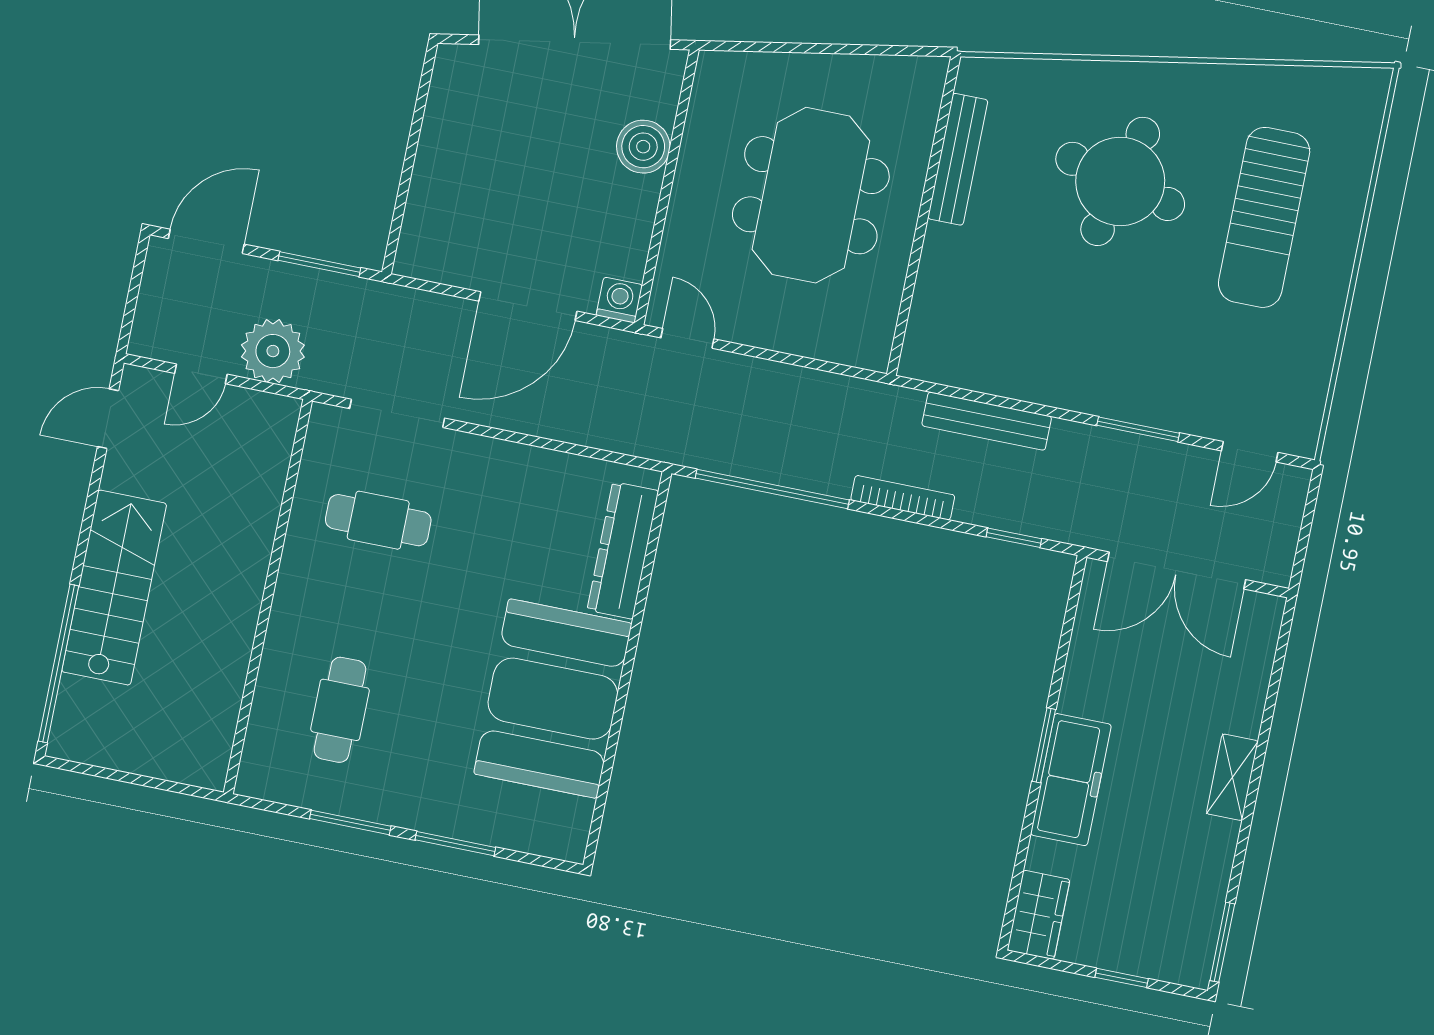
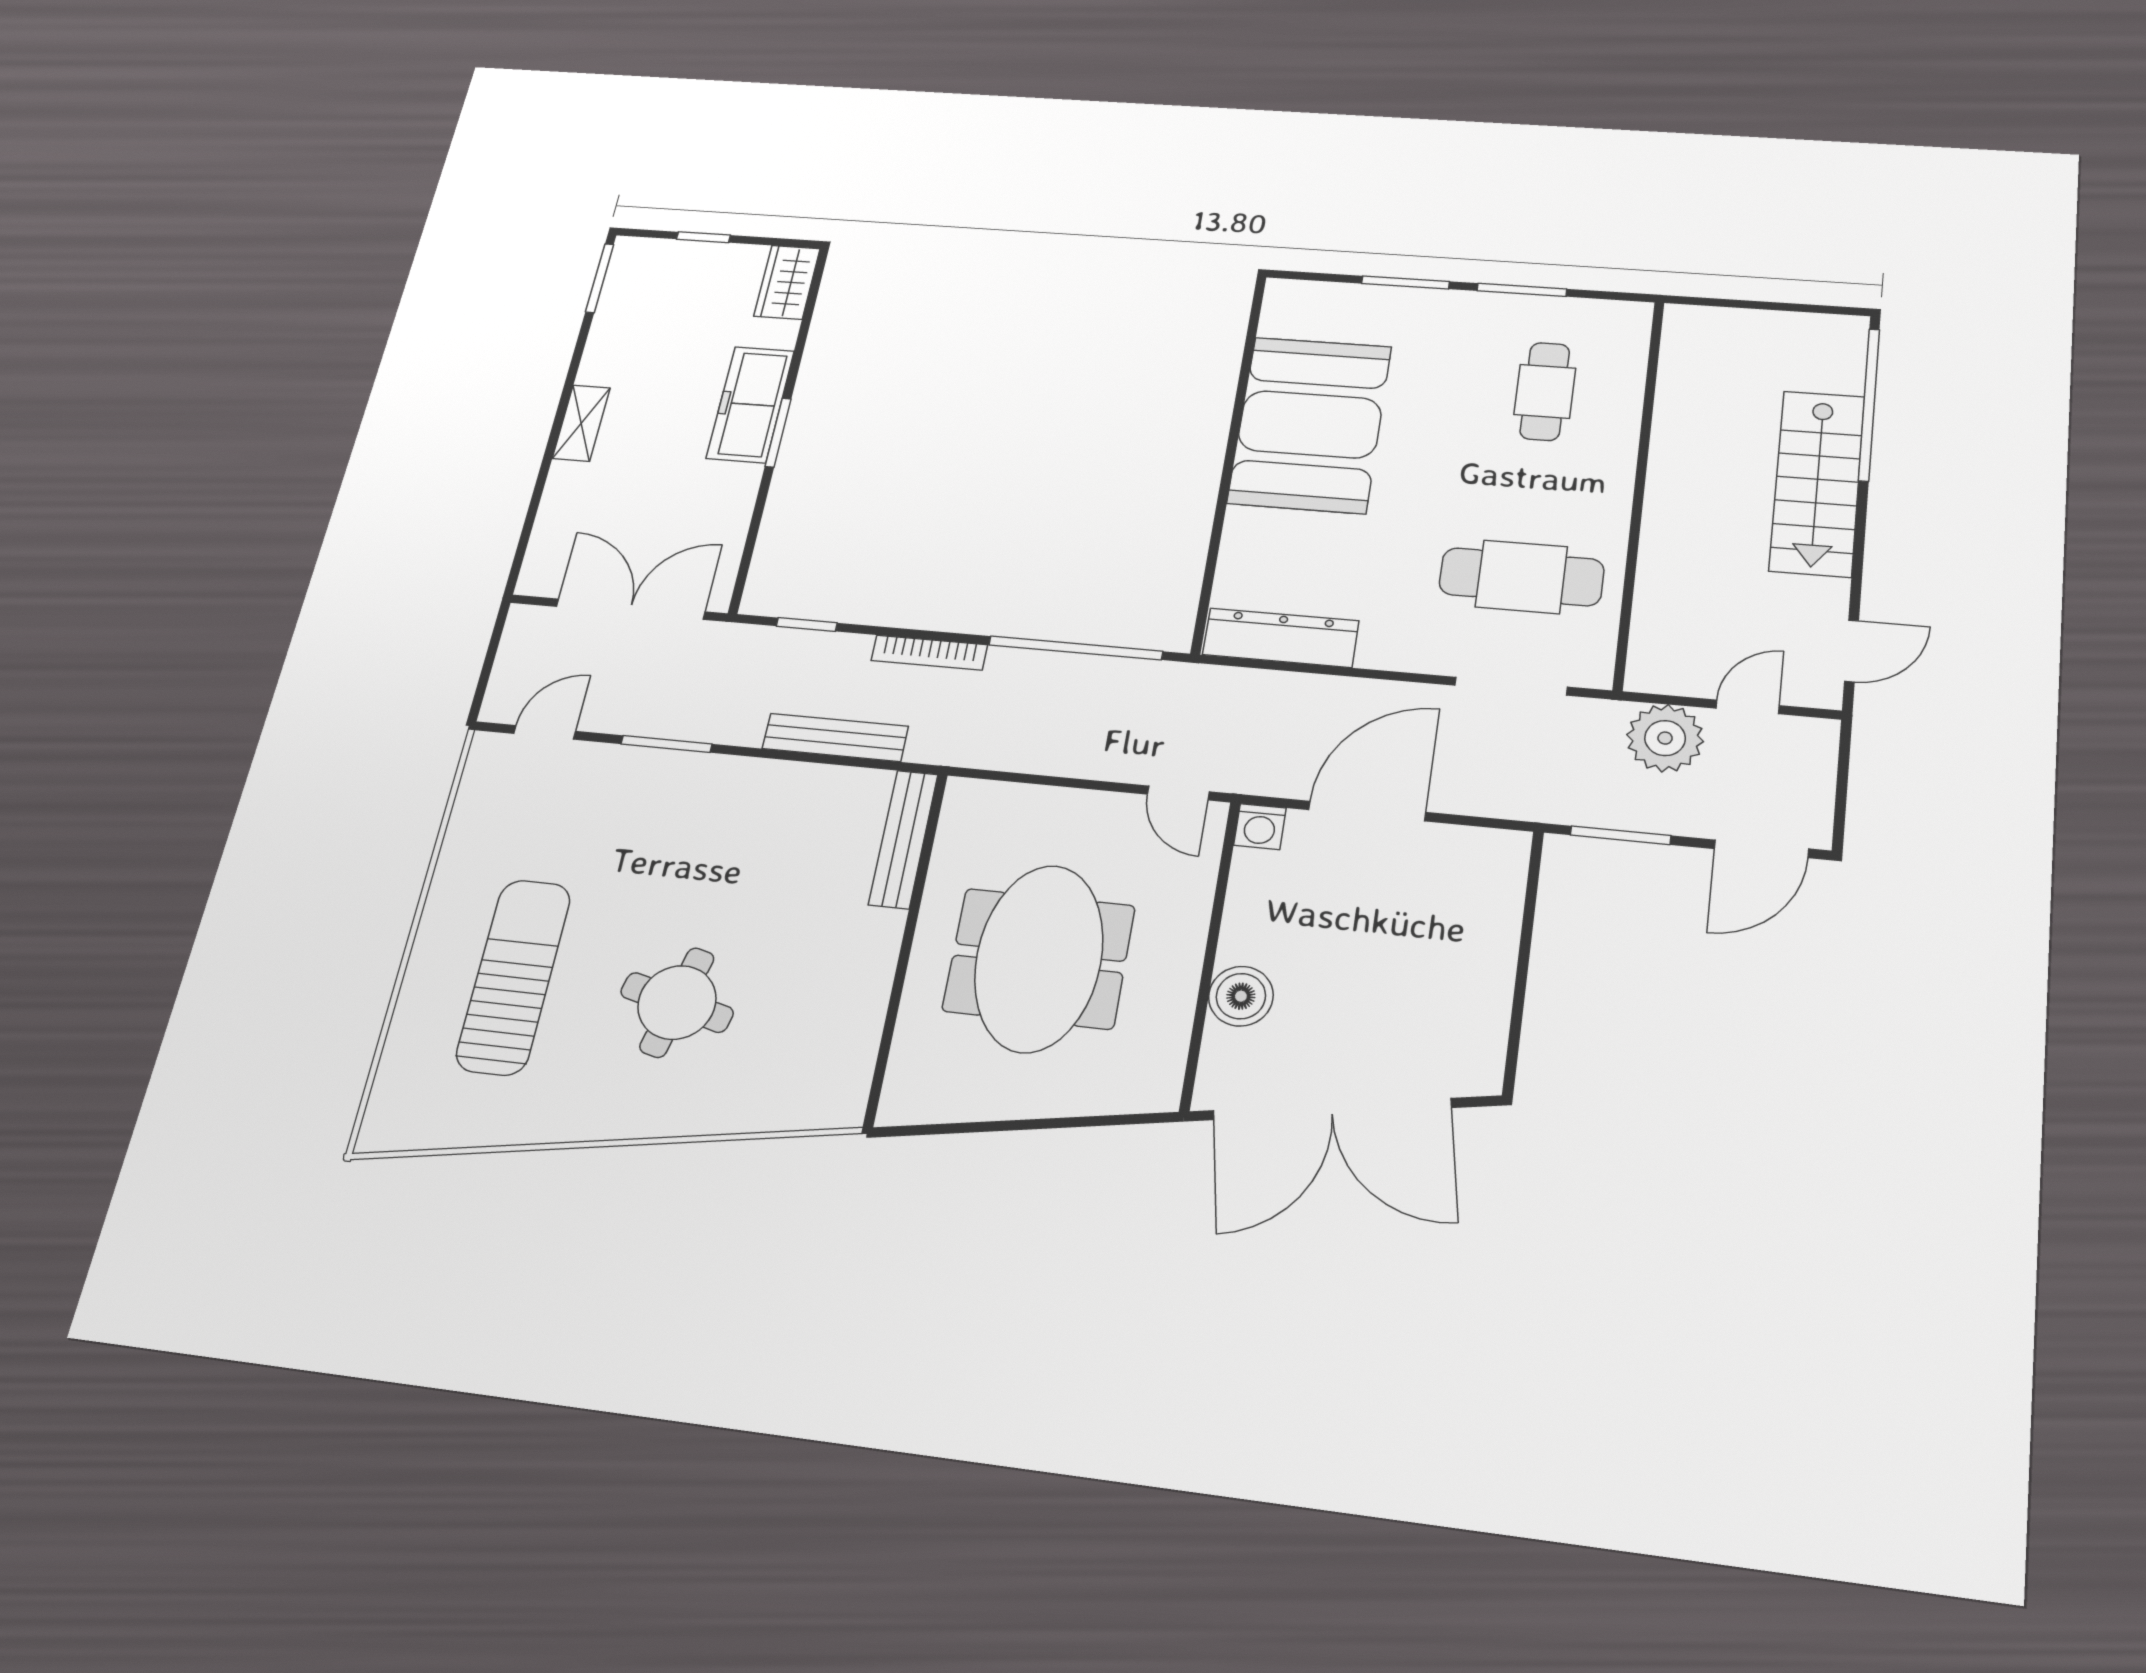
bench: (958, 159) -> (903, 839), moved
round table: (1120, 181) -> (677, 1002), width x0.73, depth x0.73
cafe table: (378, 520) -> (1521, 577), width x1.37, depth x1.35
dresser: (623, 550) -> (1281, 638), moved, turned -90

